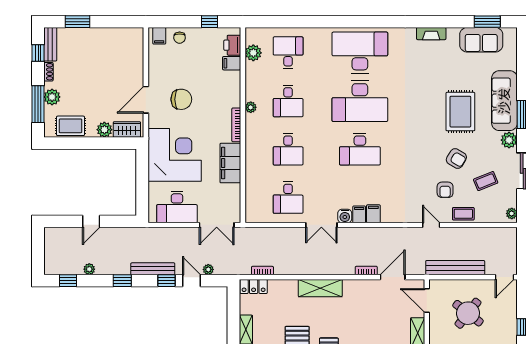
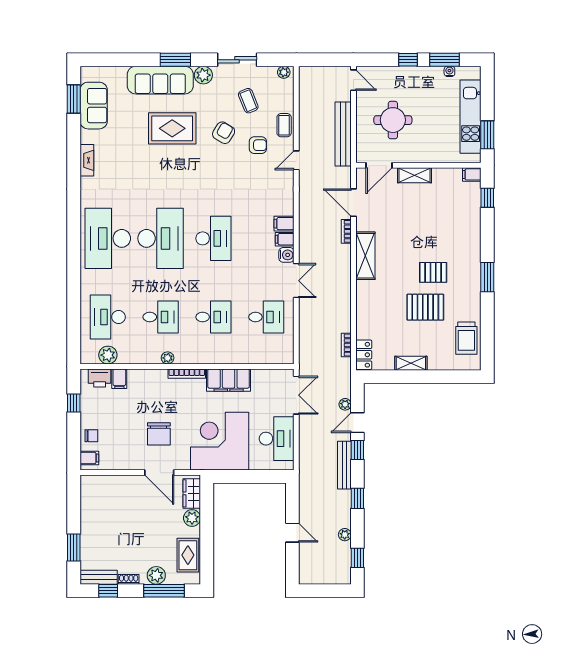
desk: (288, 53) -> (108, 317), width x1.37
chair: (181, 99) -> (159, 434), turned 180
shelving: (320, 288) -> (365, 256), moved
round table: (468, 313) -> (393, 120), turned -38

